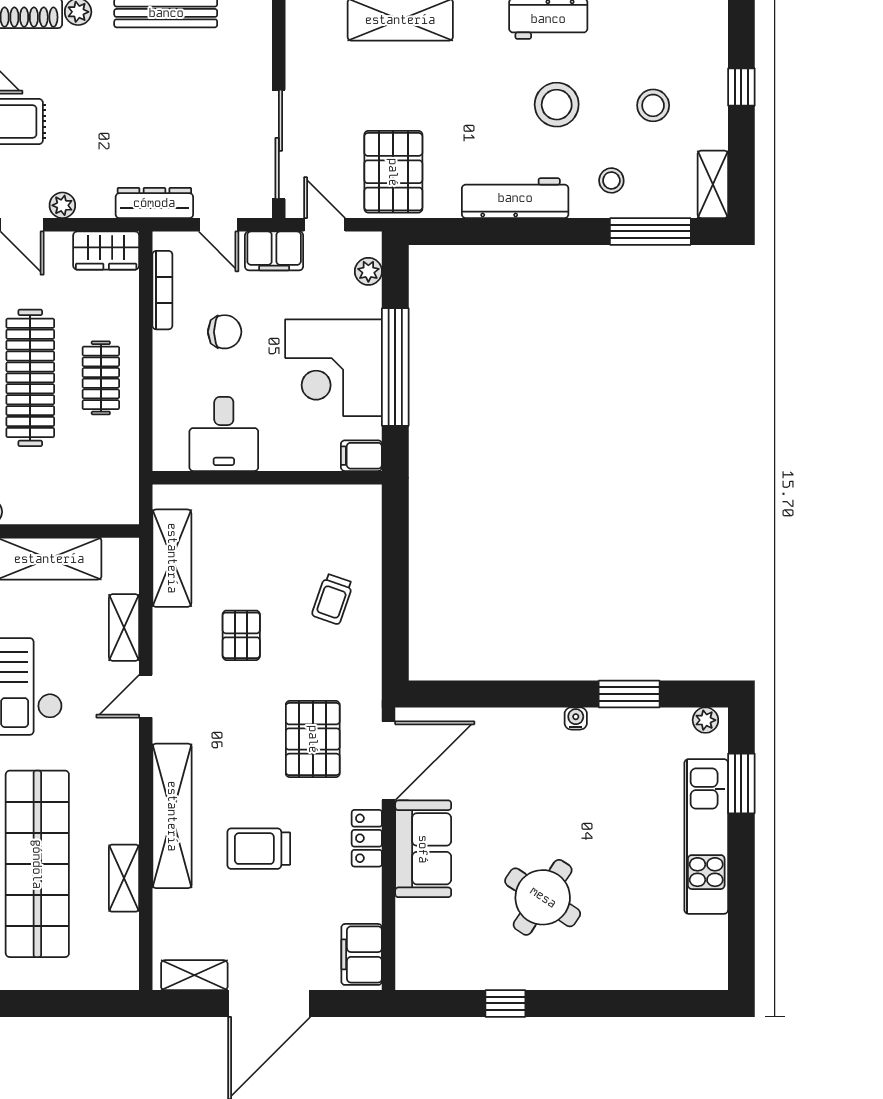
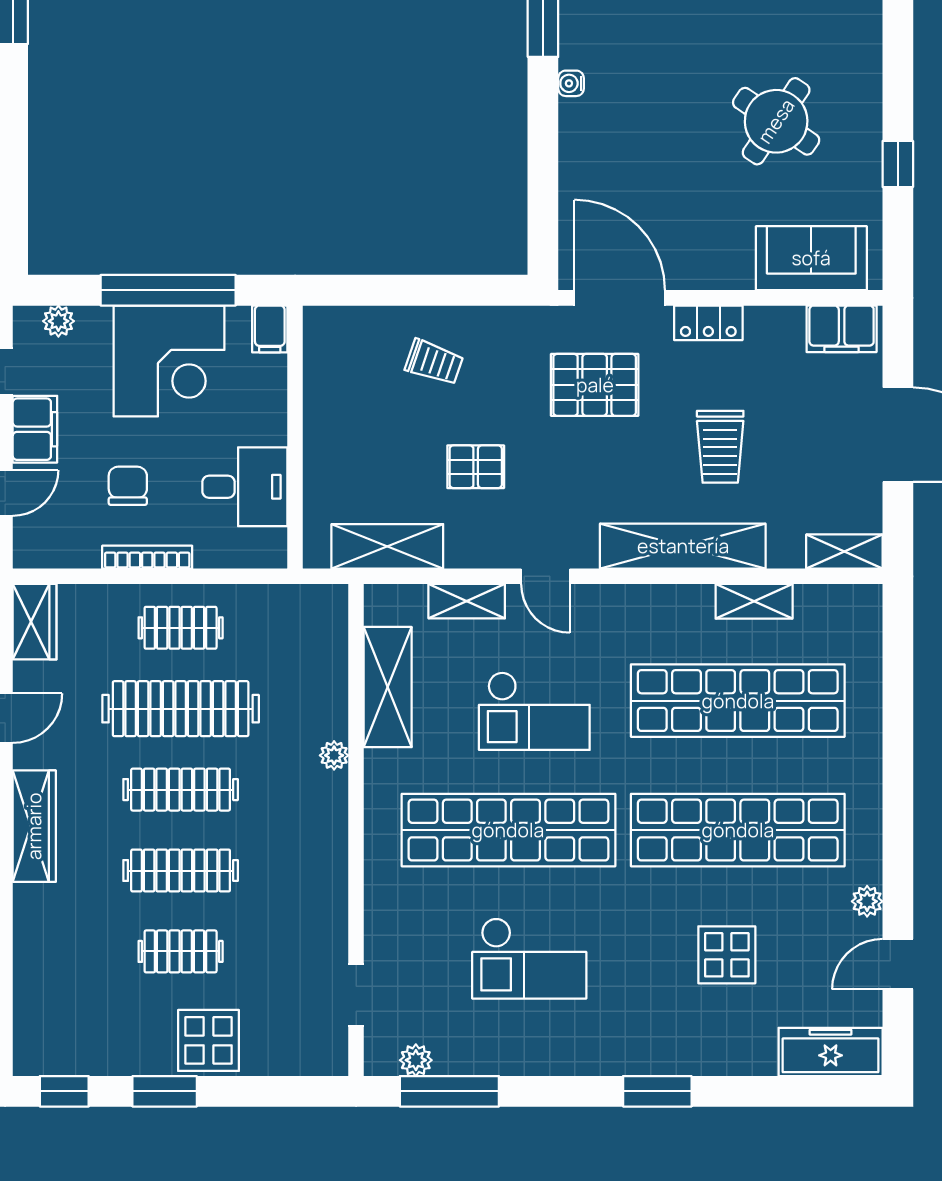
bookcase: (162, 290) -> (147, 557), moved
sofa: (423, 849) -> (811, 258), moved
shelving: (194, 975) -> (844, 552), moved, turned 90

